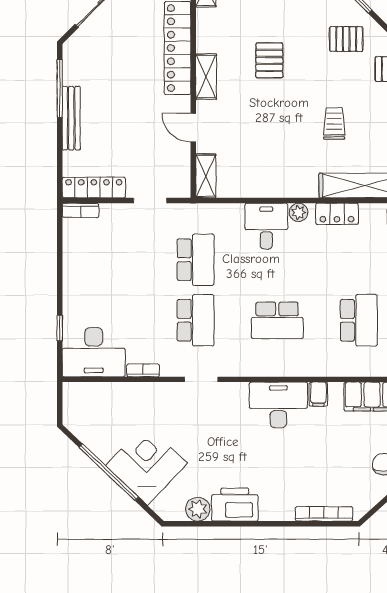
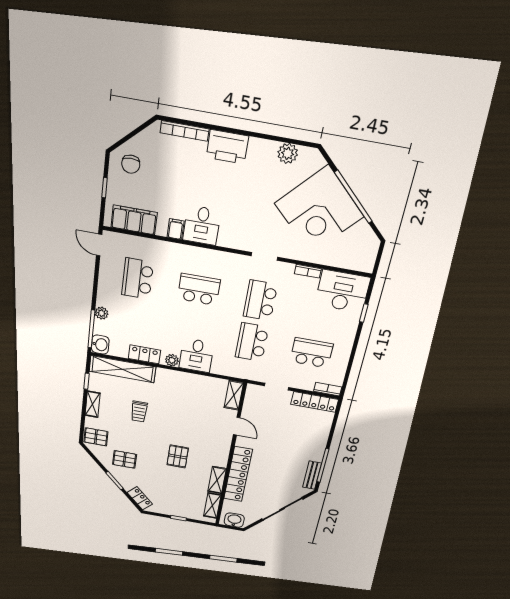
shelving: (206, 77) -> (217, 480), moved
bench: (71, 118) -> (312, 475), moved, width x0.73
school desk: (114, 260) -> (312, 353), added
desk: (278, 405) -> (202, 225), width x0.73
corner desk: (146, 464) -> (319, 210), width x1.36, depth x1.36
printer: (235, 505) -> (227, 147), moved

